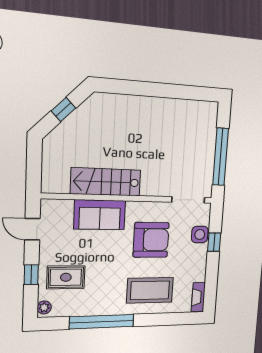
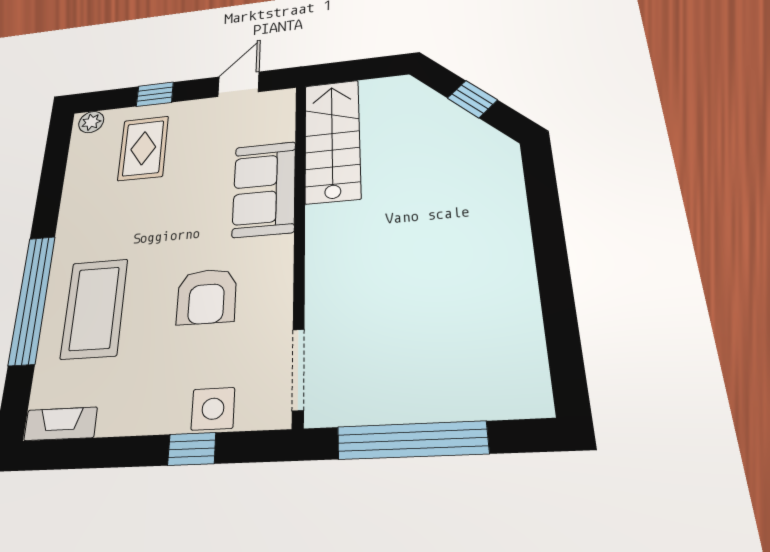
stairs: (106, 182) -> (332, 141), moved
armchair: (151, 240) -> (207, 296), width x0.73, depth x0.73
window: (102, 322) -> (32, 299), moved

